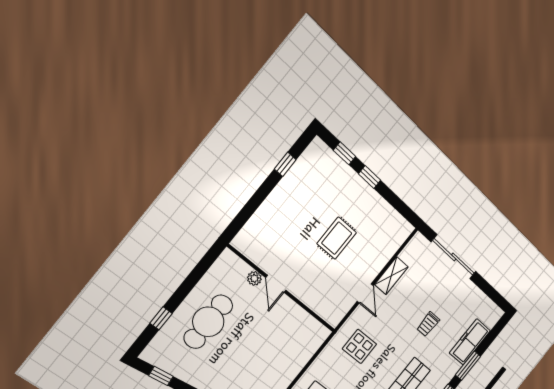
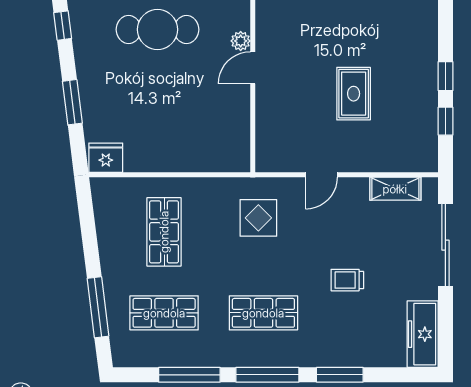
window: (345, 153) -> (445, 121), moved
rug: (337, 238) -> (354, 94), turned 90
shelving: (391, 276) -> (395, 189), moved
freezer: (470, 342) -> (423, 334), moved, turned -90

